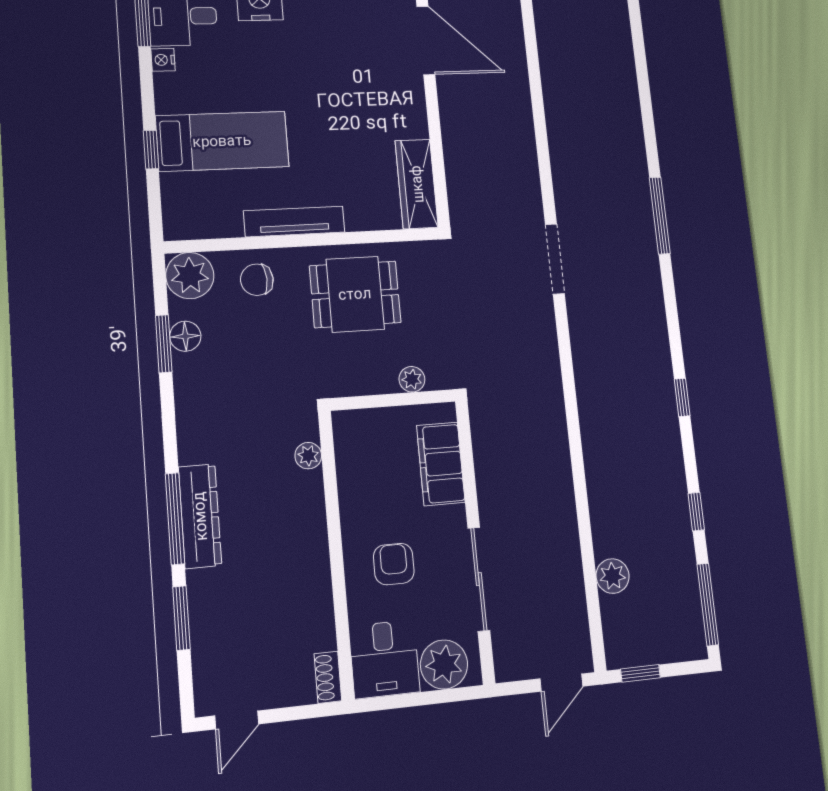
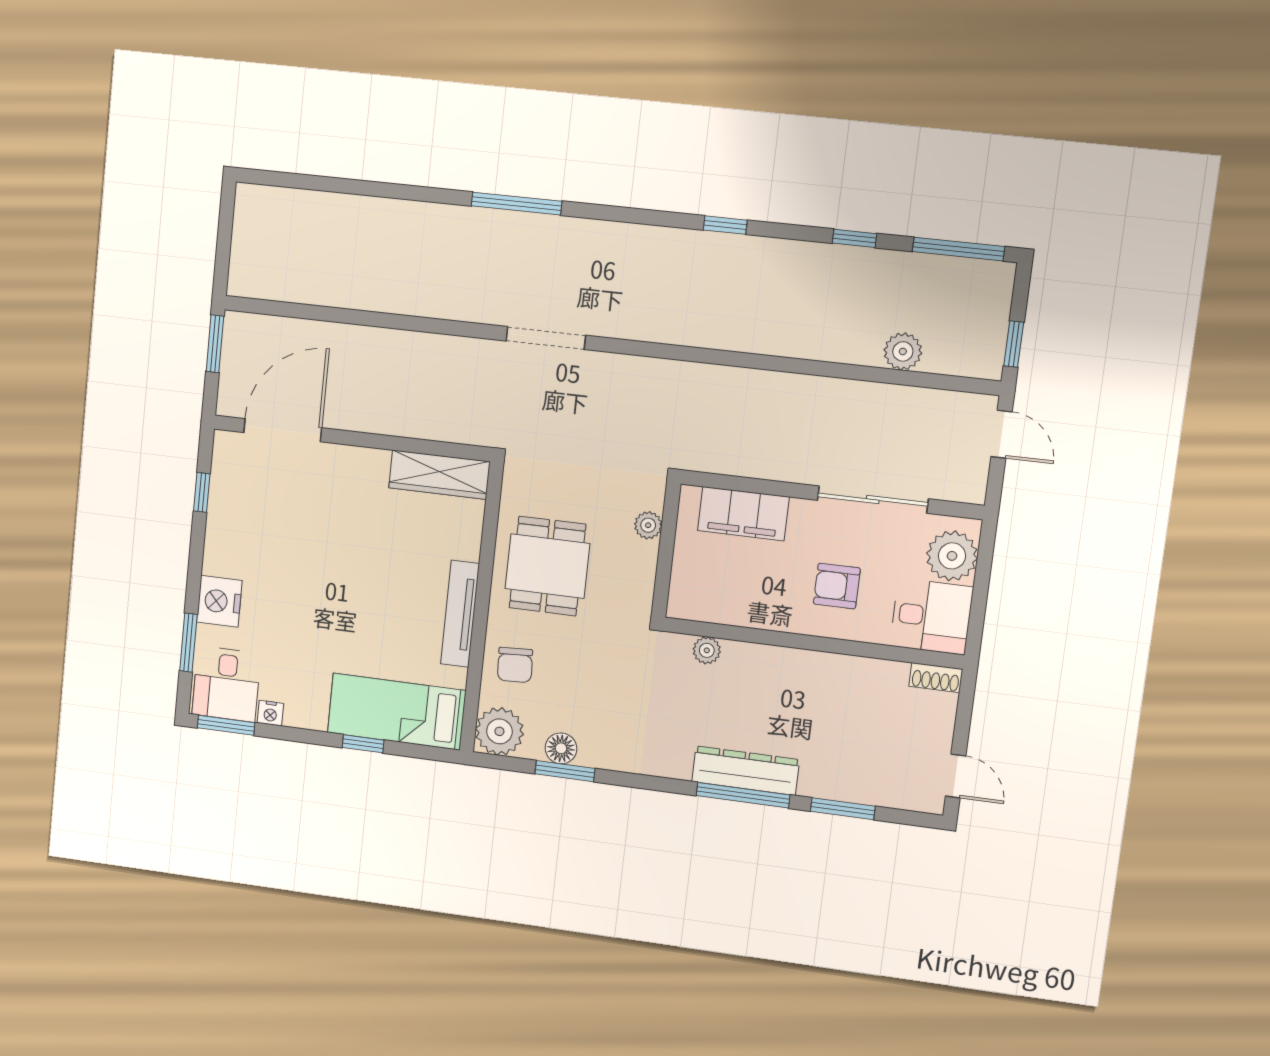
bed: (222, 141) -> (396, 712), moved, turned -90

